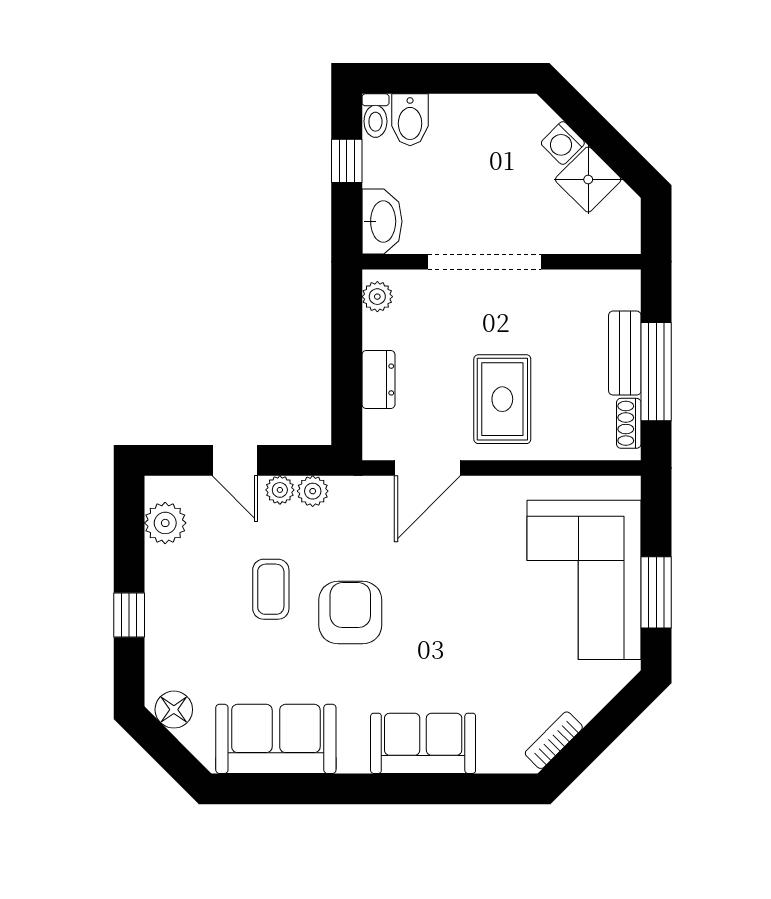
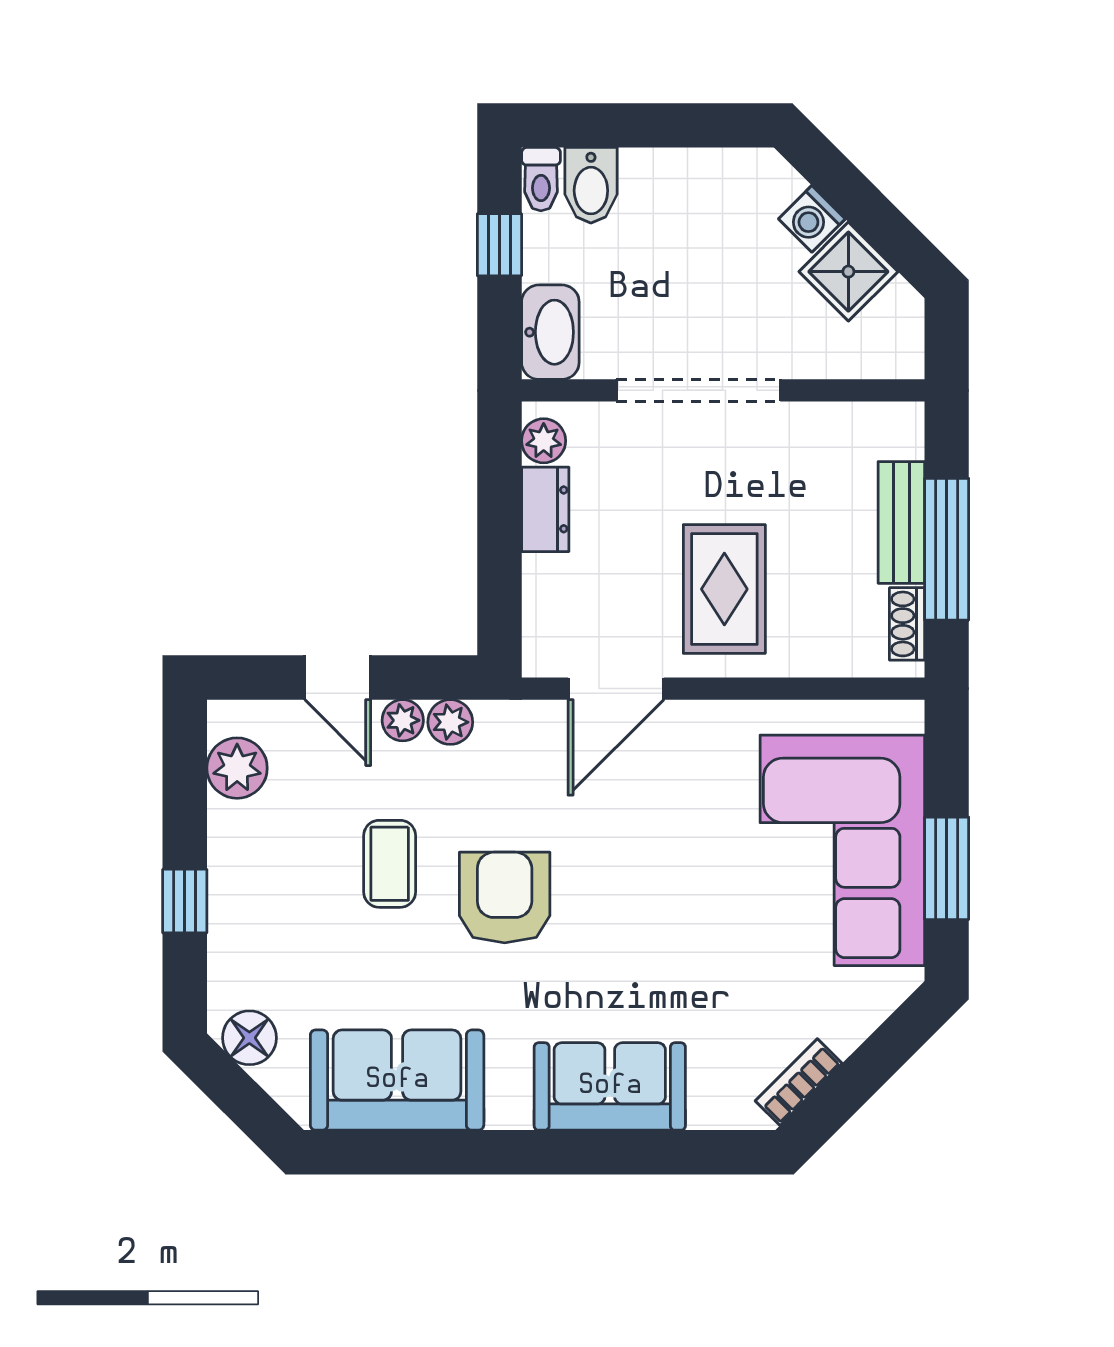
dresser: (378, 380) -> (545, 509), moved

